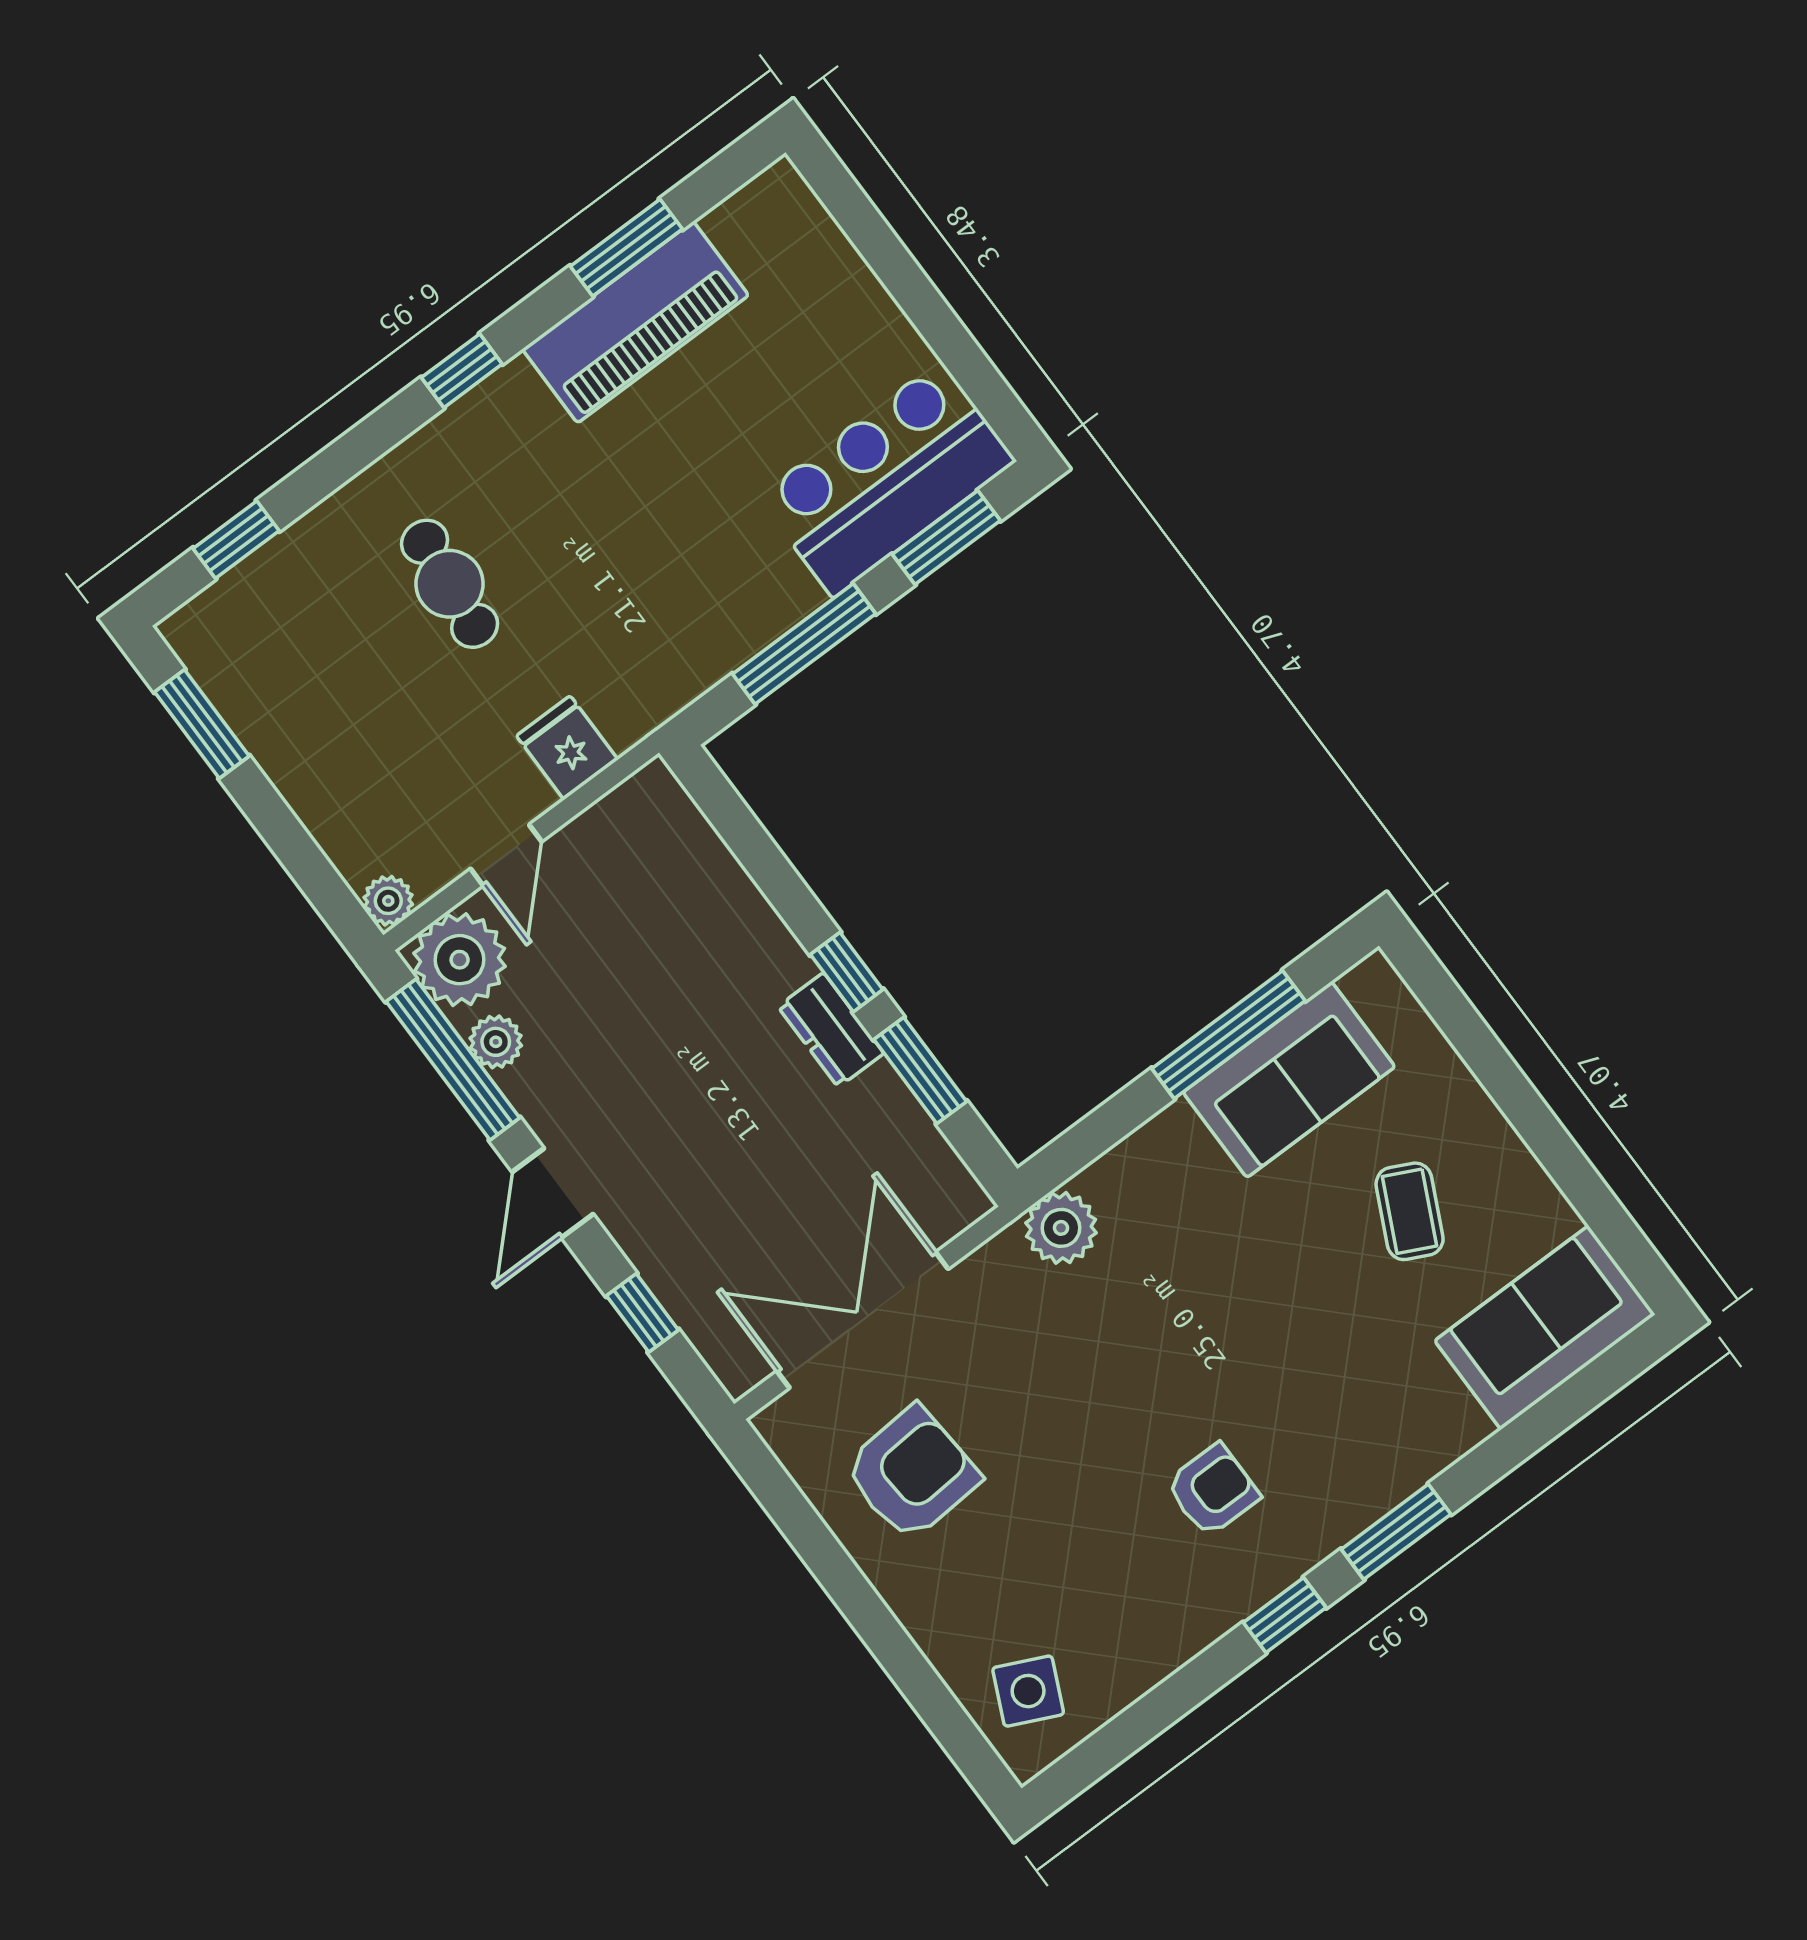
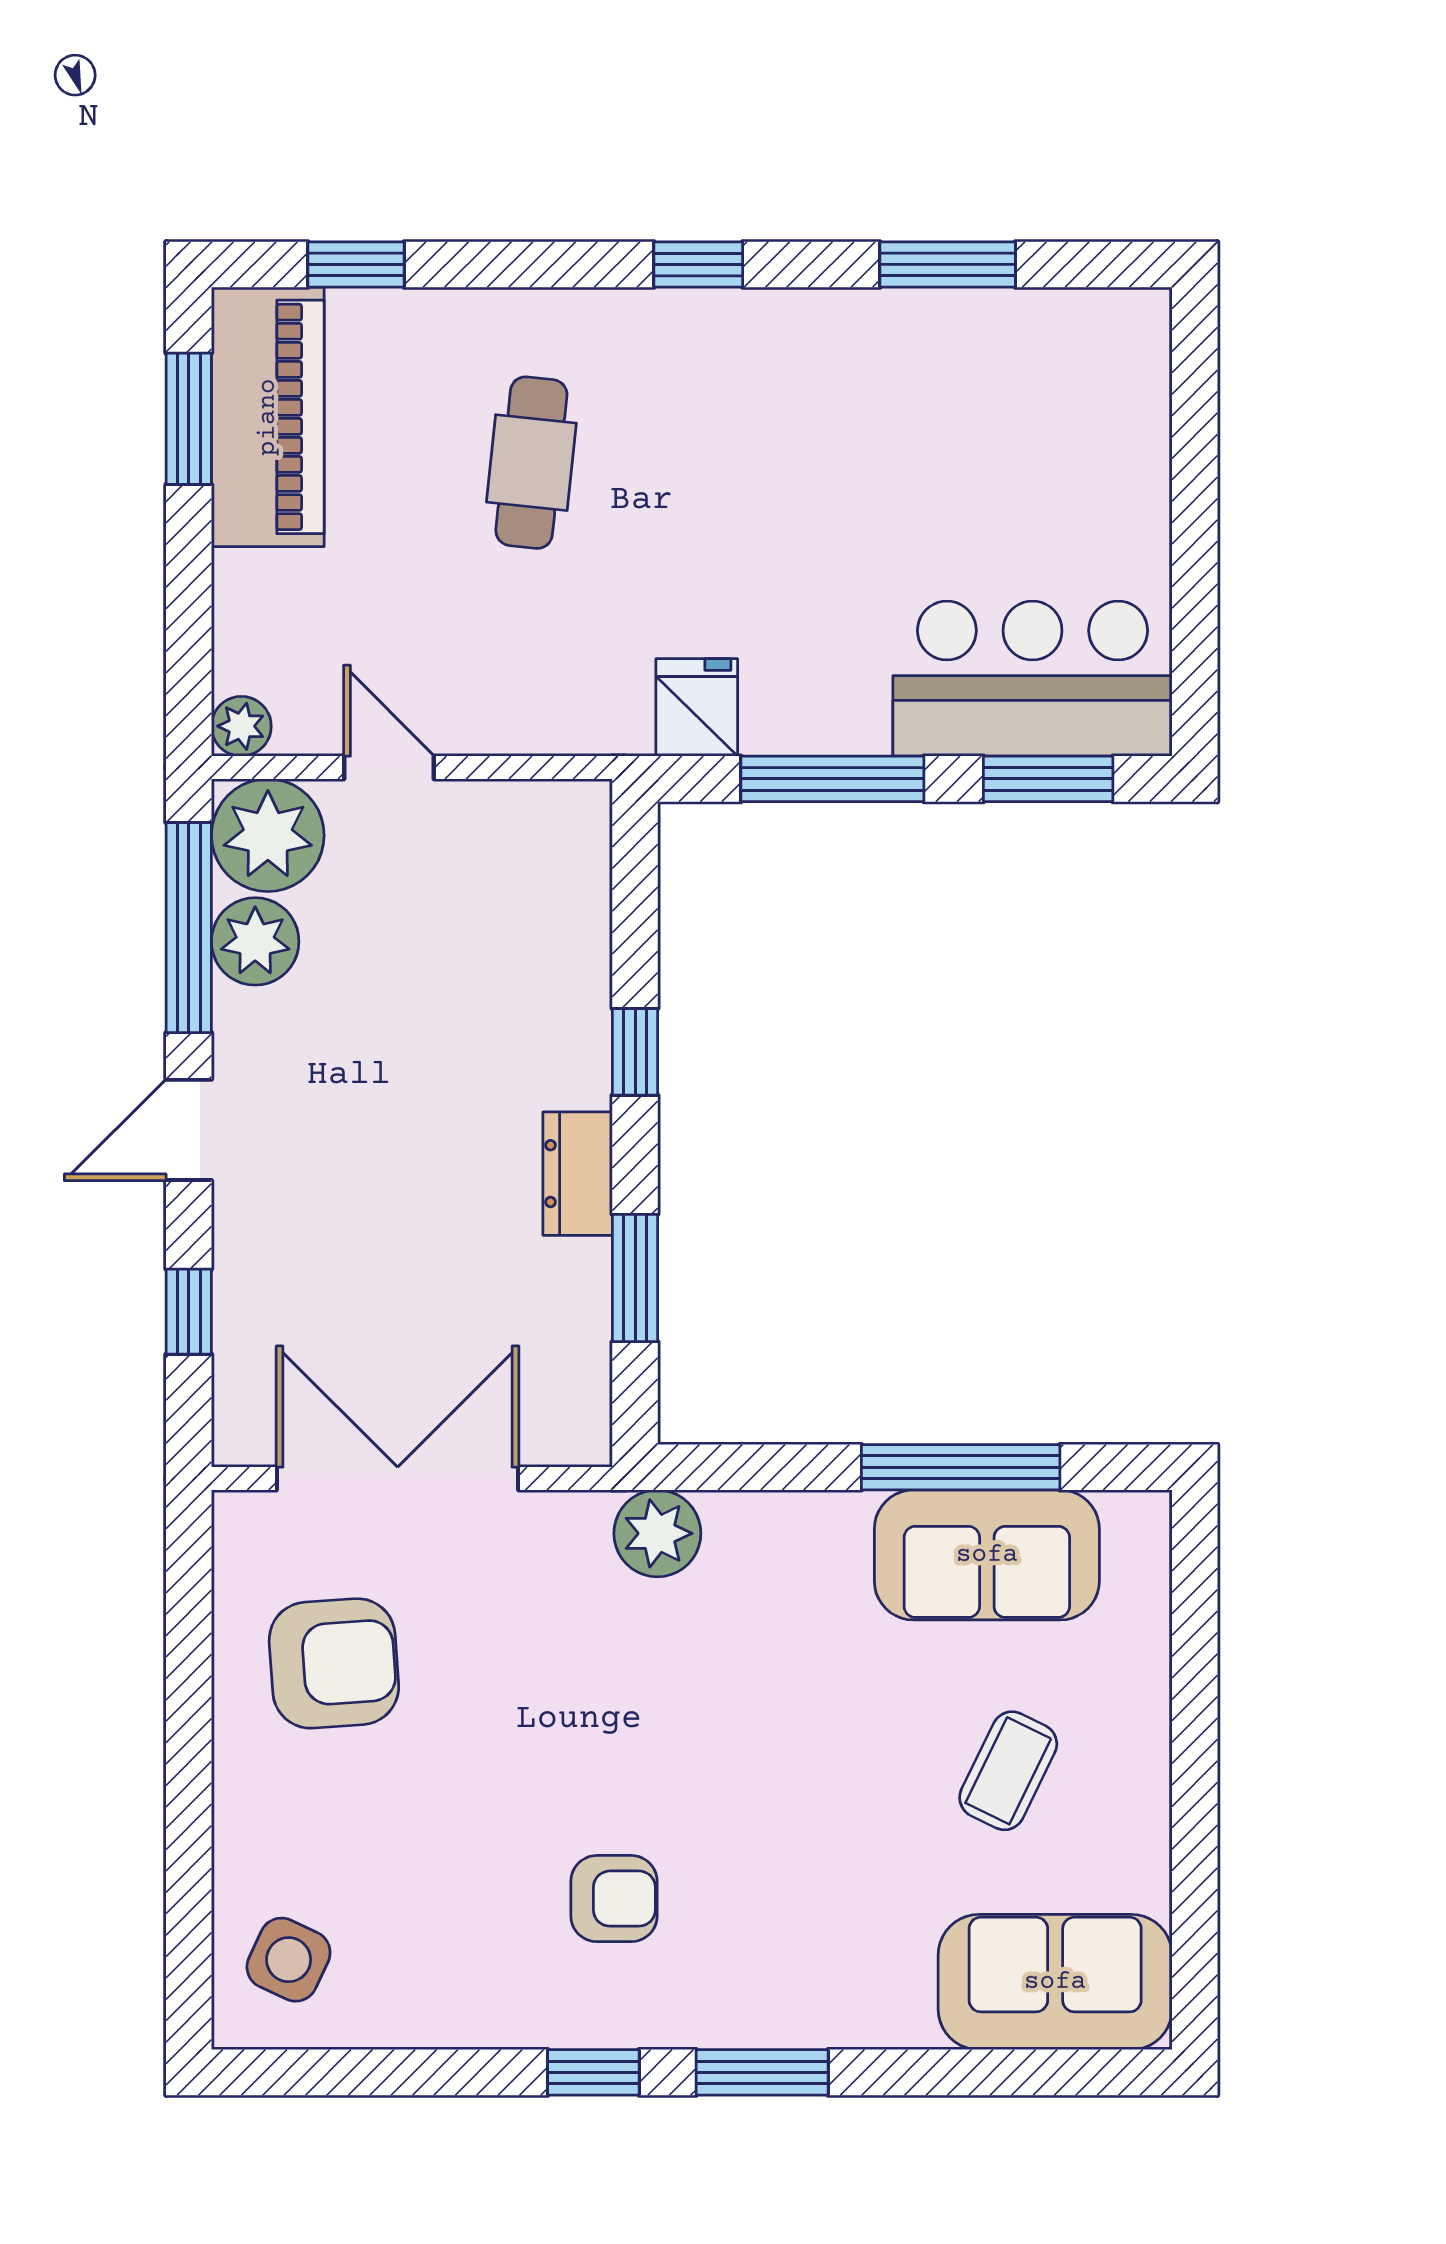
piano: (635, 322) -> (268, 417), moved, turned -90
fridge: (567, 748) -> (697, 707), moved
door: (506, 855) -> (389, 768), swing flipped
window: (847, 972) -> (635, 1052), moved
plant: (496, 1042) -> (255, 941), width x1.38, depth x1.38

